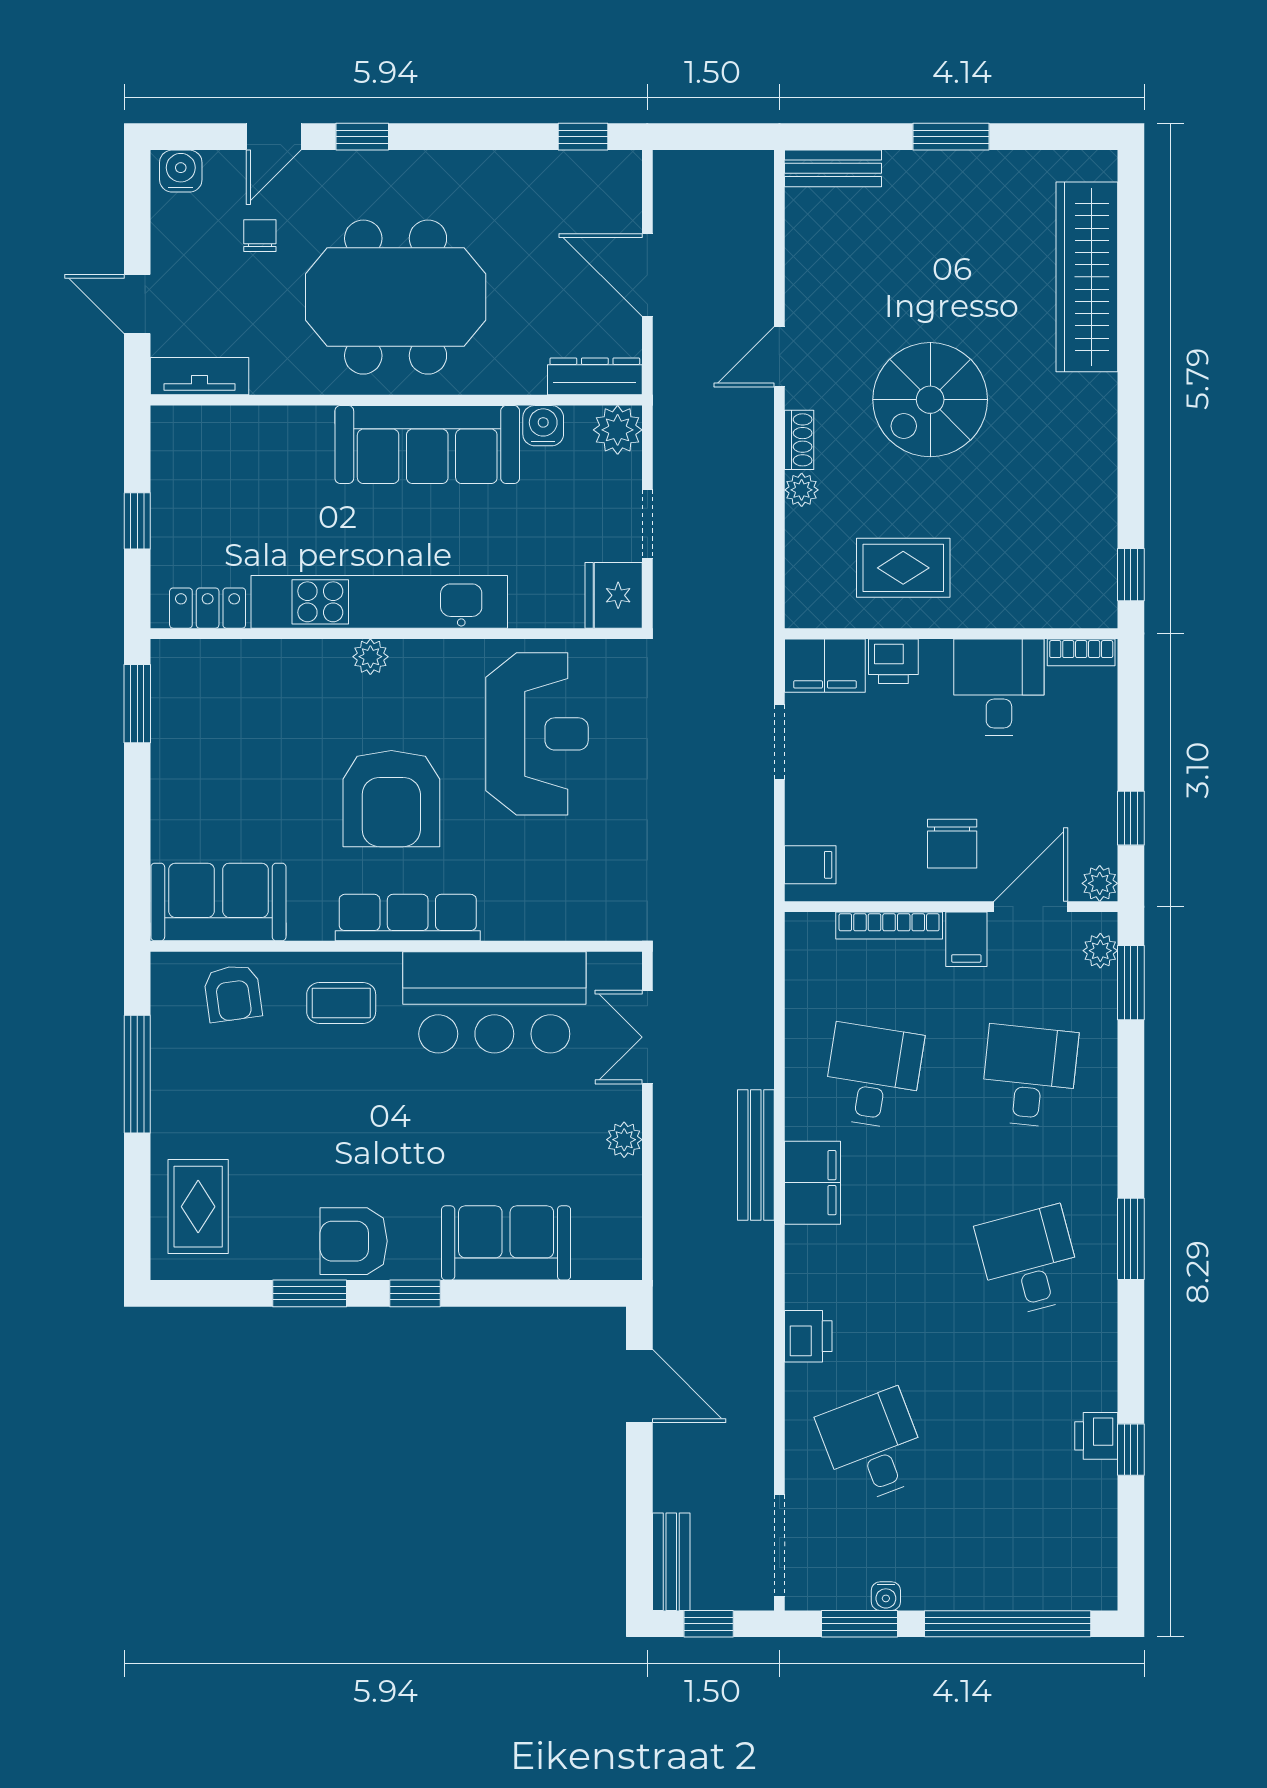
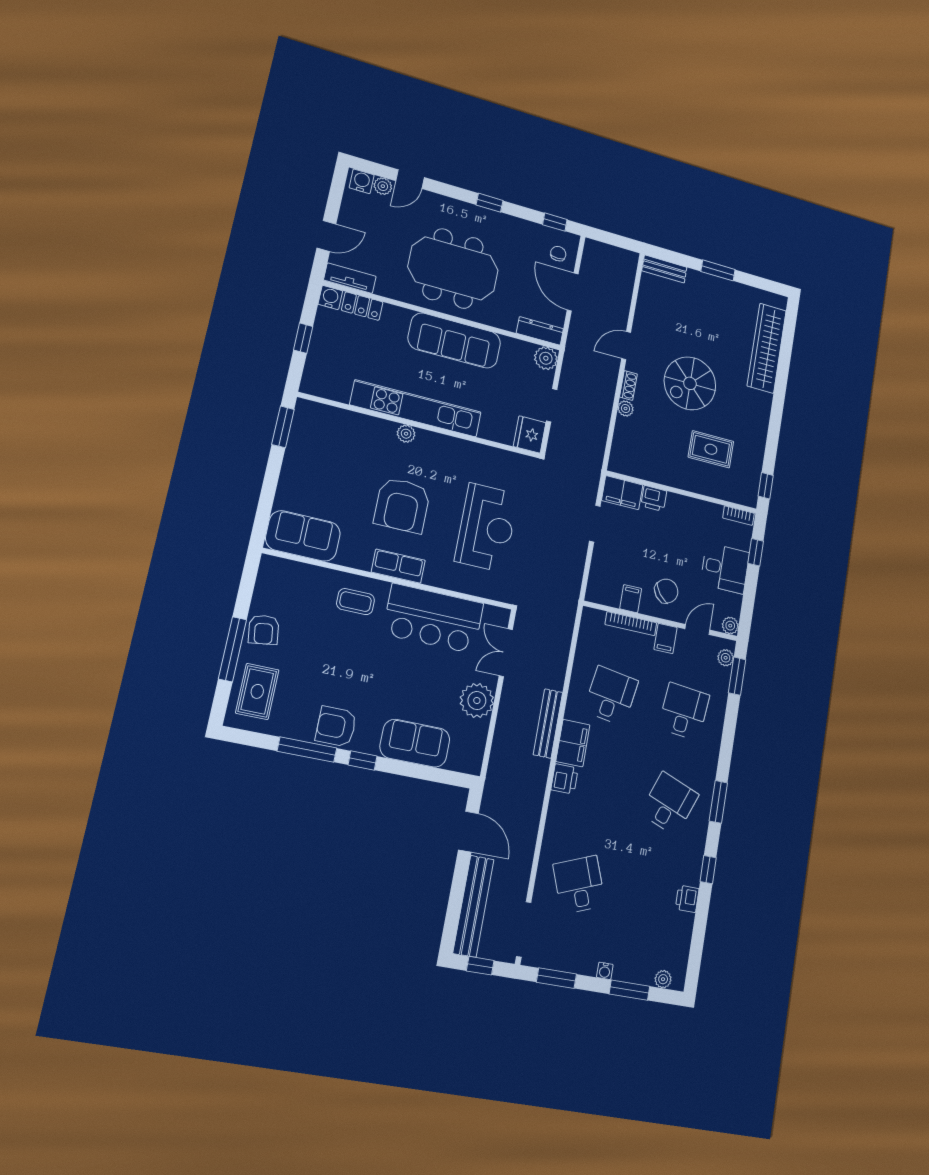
window: (362, 137) -> (490, 203), moved
plant: (224, 168) -> (383, 186), added
chair: (260, 236) -> (558, 254), moved
door: (137, 304) -> (326, 236), swing flipped
water cooler: (543, 426) -> (330, 297), moved
rug: (903, 568) -> (711, 449), moved
locker: (208, 608) -> (362, 306), moved, turned 180
desk: (999, 687) -> (725, 568), moved, turned 90
reception desk: (537, 734) -> (487, 528), moved
window: (1131, 818) -> (756, 552), moved
chair: (952, 844) -> (666, 591), turned -129
filing cabinet: (810, 865) -> (631, 599), moved, turned -90
door: (1031, 907) -> (697, 629), width x0.73
row of seats: (408, 918) -> (398, 566), width x0.68
armchair: (233, 993) -> (264, 630), moved
window: (137, 1074) -> (232, 649), moved
plant: (624, 1140) -> (477, 700), width x1.88, depth x1.88
desk: (1029, 1261) -> (669, 804), turned 36
window: (310, 1293) -> (307, 750), width x1.44
printer: (808, 1336) -> (565, 779), moved
window: (1131, 1450) -> (708, 870), moved
bench: (671, 1562) -> (473, 906), width x1.86, depth x1.21
plant: (1072, 1594) -> (663, 979), added
water cooler: (886, 1596) -> (605, 971), moved
window: (1008, 1624) -> (629, 990), width x0.47

